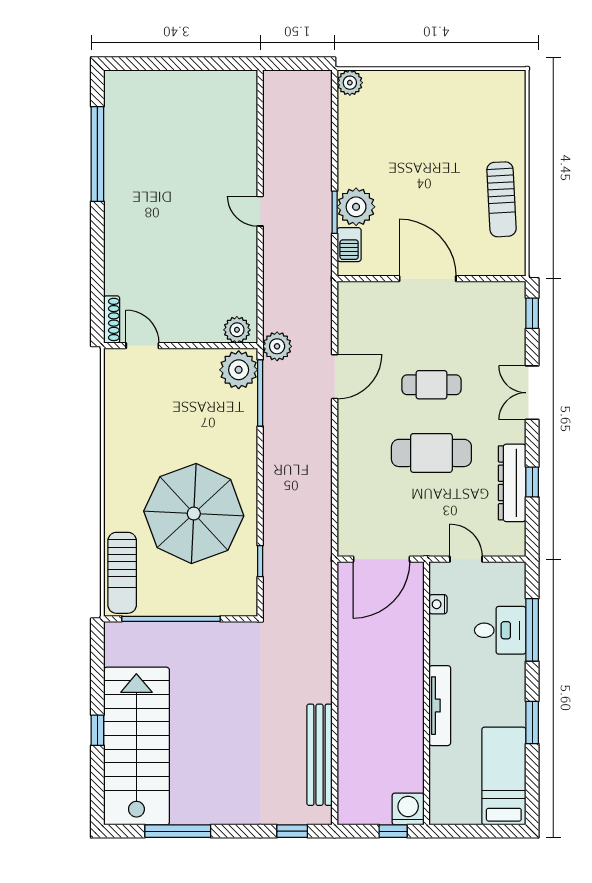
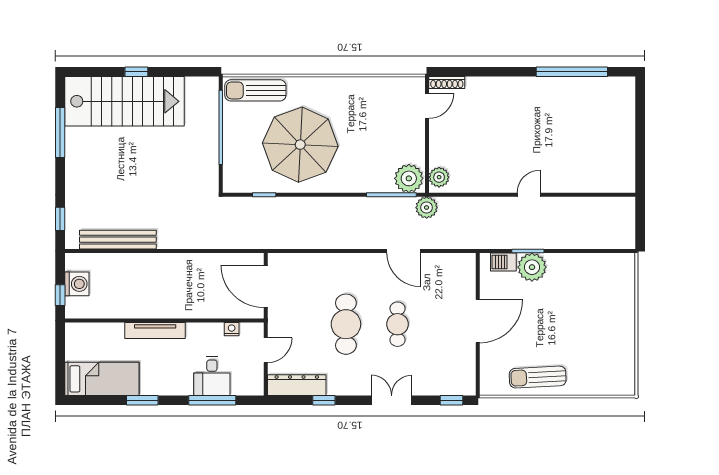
plant: (350, 83) -> (626, 263), removed
dresser: (512, 483) -> (297, 385), moved
washing machine: (408, 809) -> (77, 284), moved

